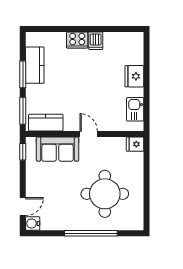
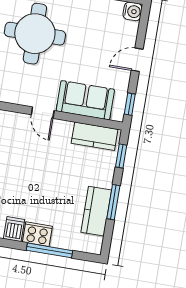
window: (66, 29) -> (50, 250), added
window: (23, 111) -> (121, 156), width x0.67
door: (23, 207) -> (137, 60), moved

